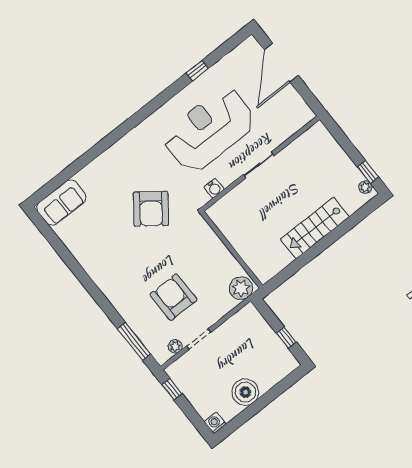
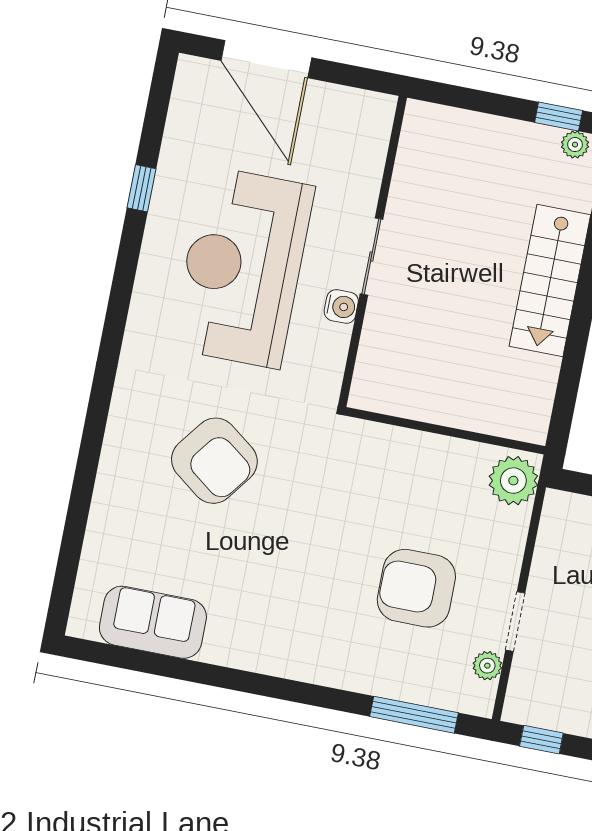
water cooler: (214, 188) -> (341, 306), moved
sofa: (61, 203) -> (153, 622), moved, turned -90
armchair: (151, 209) -> (214, 461), moved

